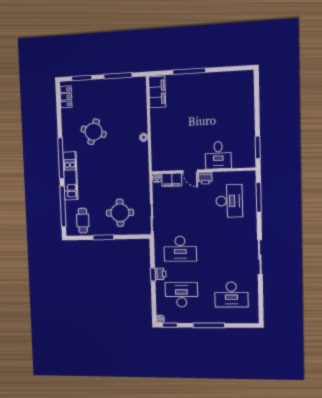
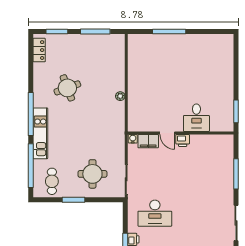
filing cabinet: (157, 92) -> (136, 50), removed
round table: (94, 132) -> (67, 88), turned -37
window: (259, 197) -> (236, 174), moved
desk: (229, 201) -> (206, 165), removed

